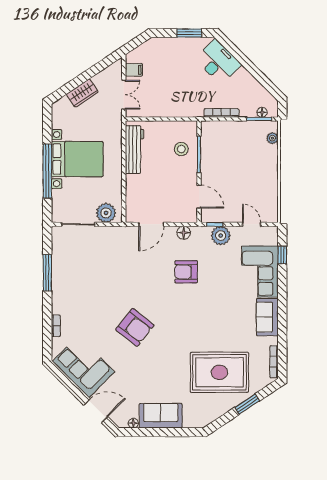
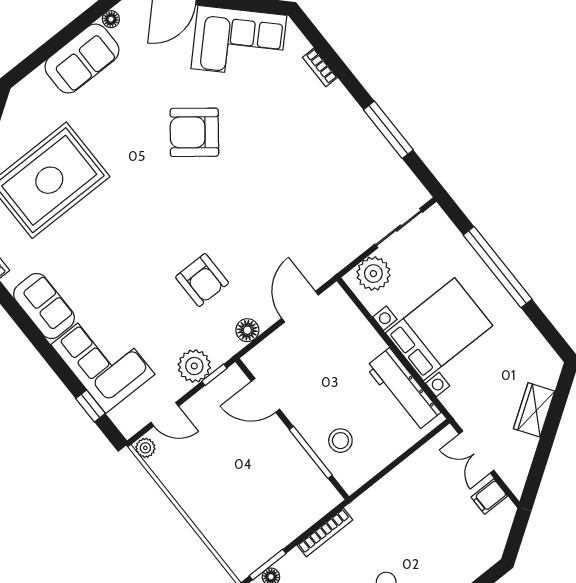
plant: (272, 138) -> (145, 448), moved
bed with nightstands: (77, 159) -> (439, 329), moved, turned 180
armchair: (186, 272) -> (202, 280), turned 90
armchair: (135, 327) -> (194, 132), moved

